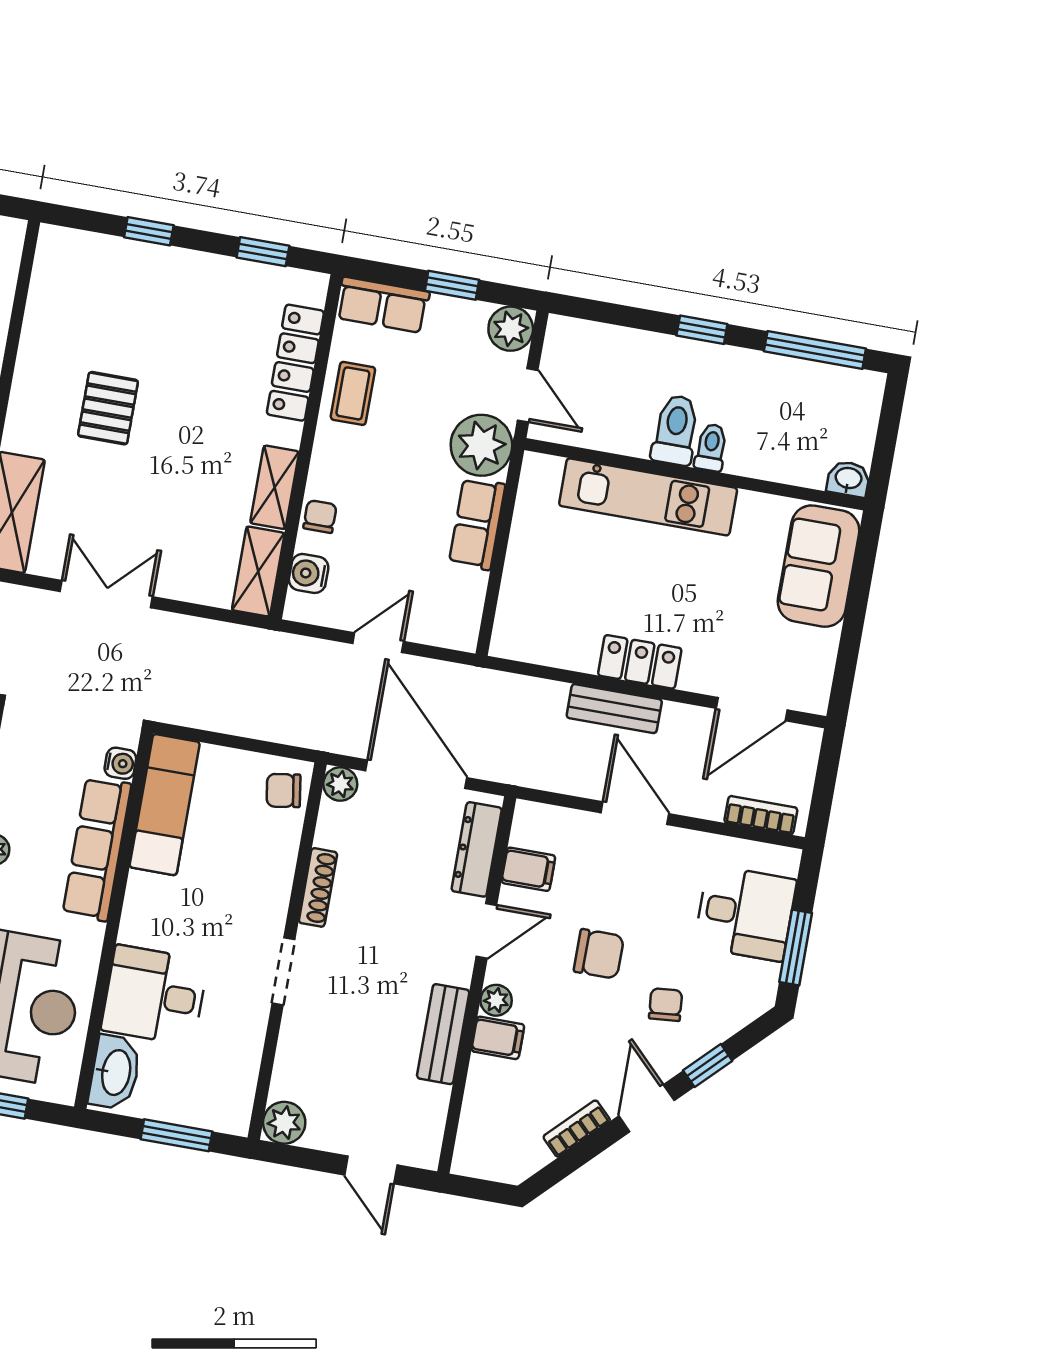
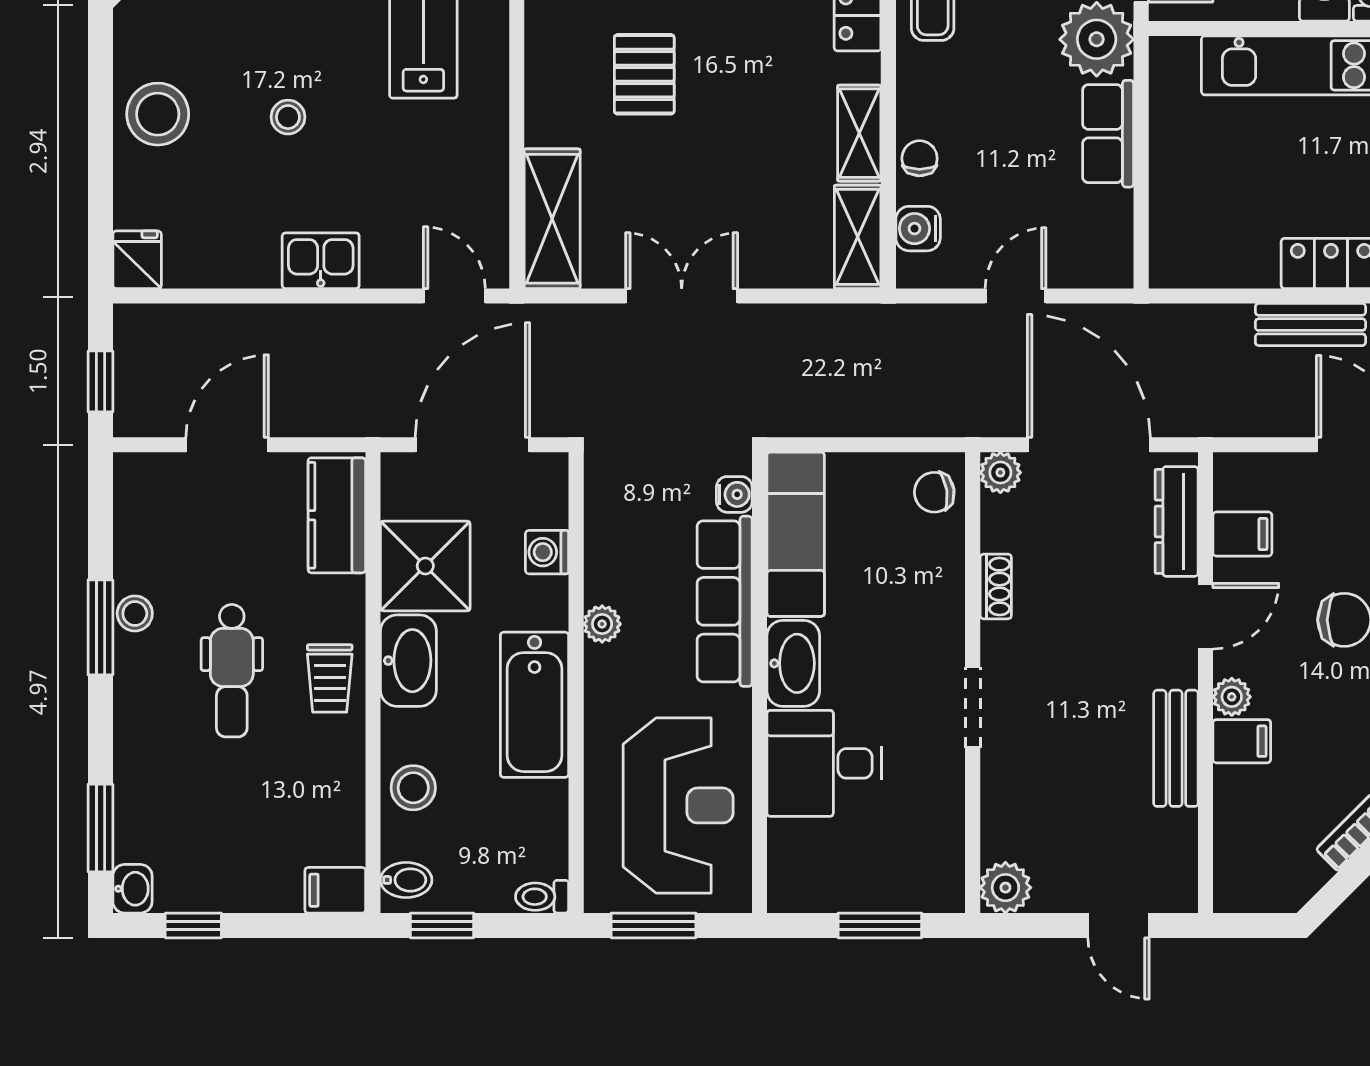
shoe rack: (318, 887) -> (996, 586), width x0.70
washbasin: (115, 1072) -> (793, 663), moved

